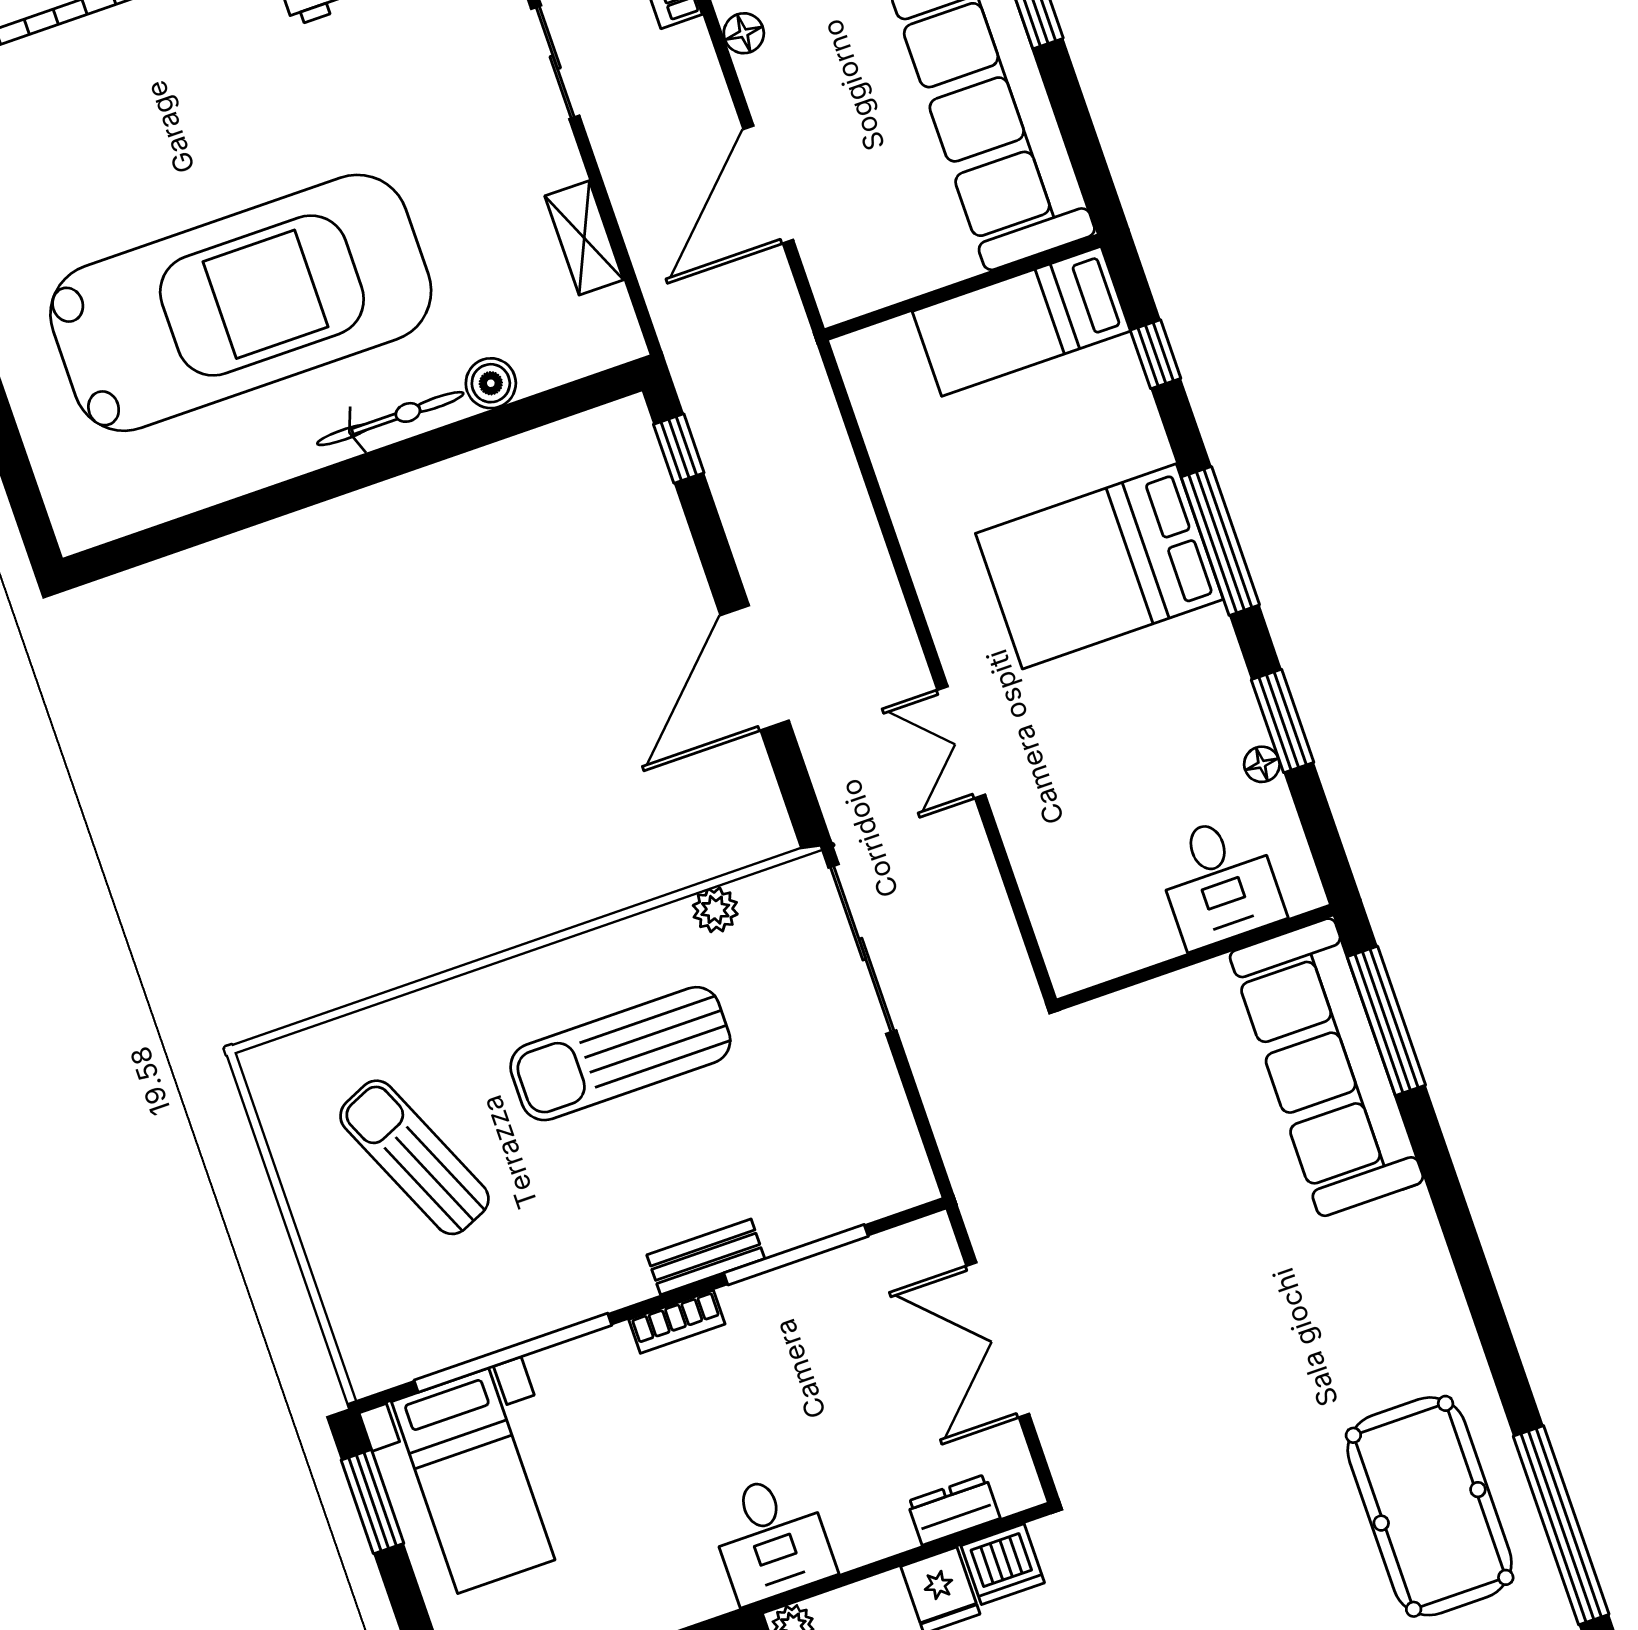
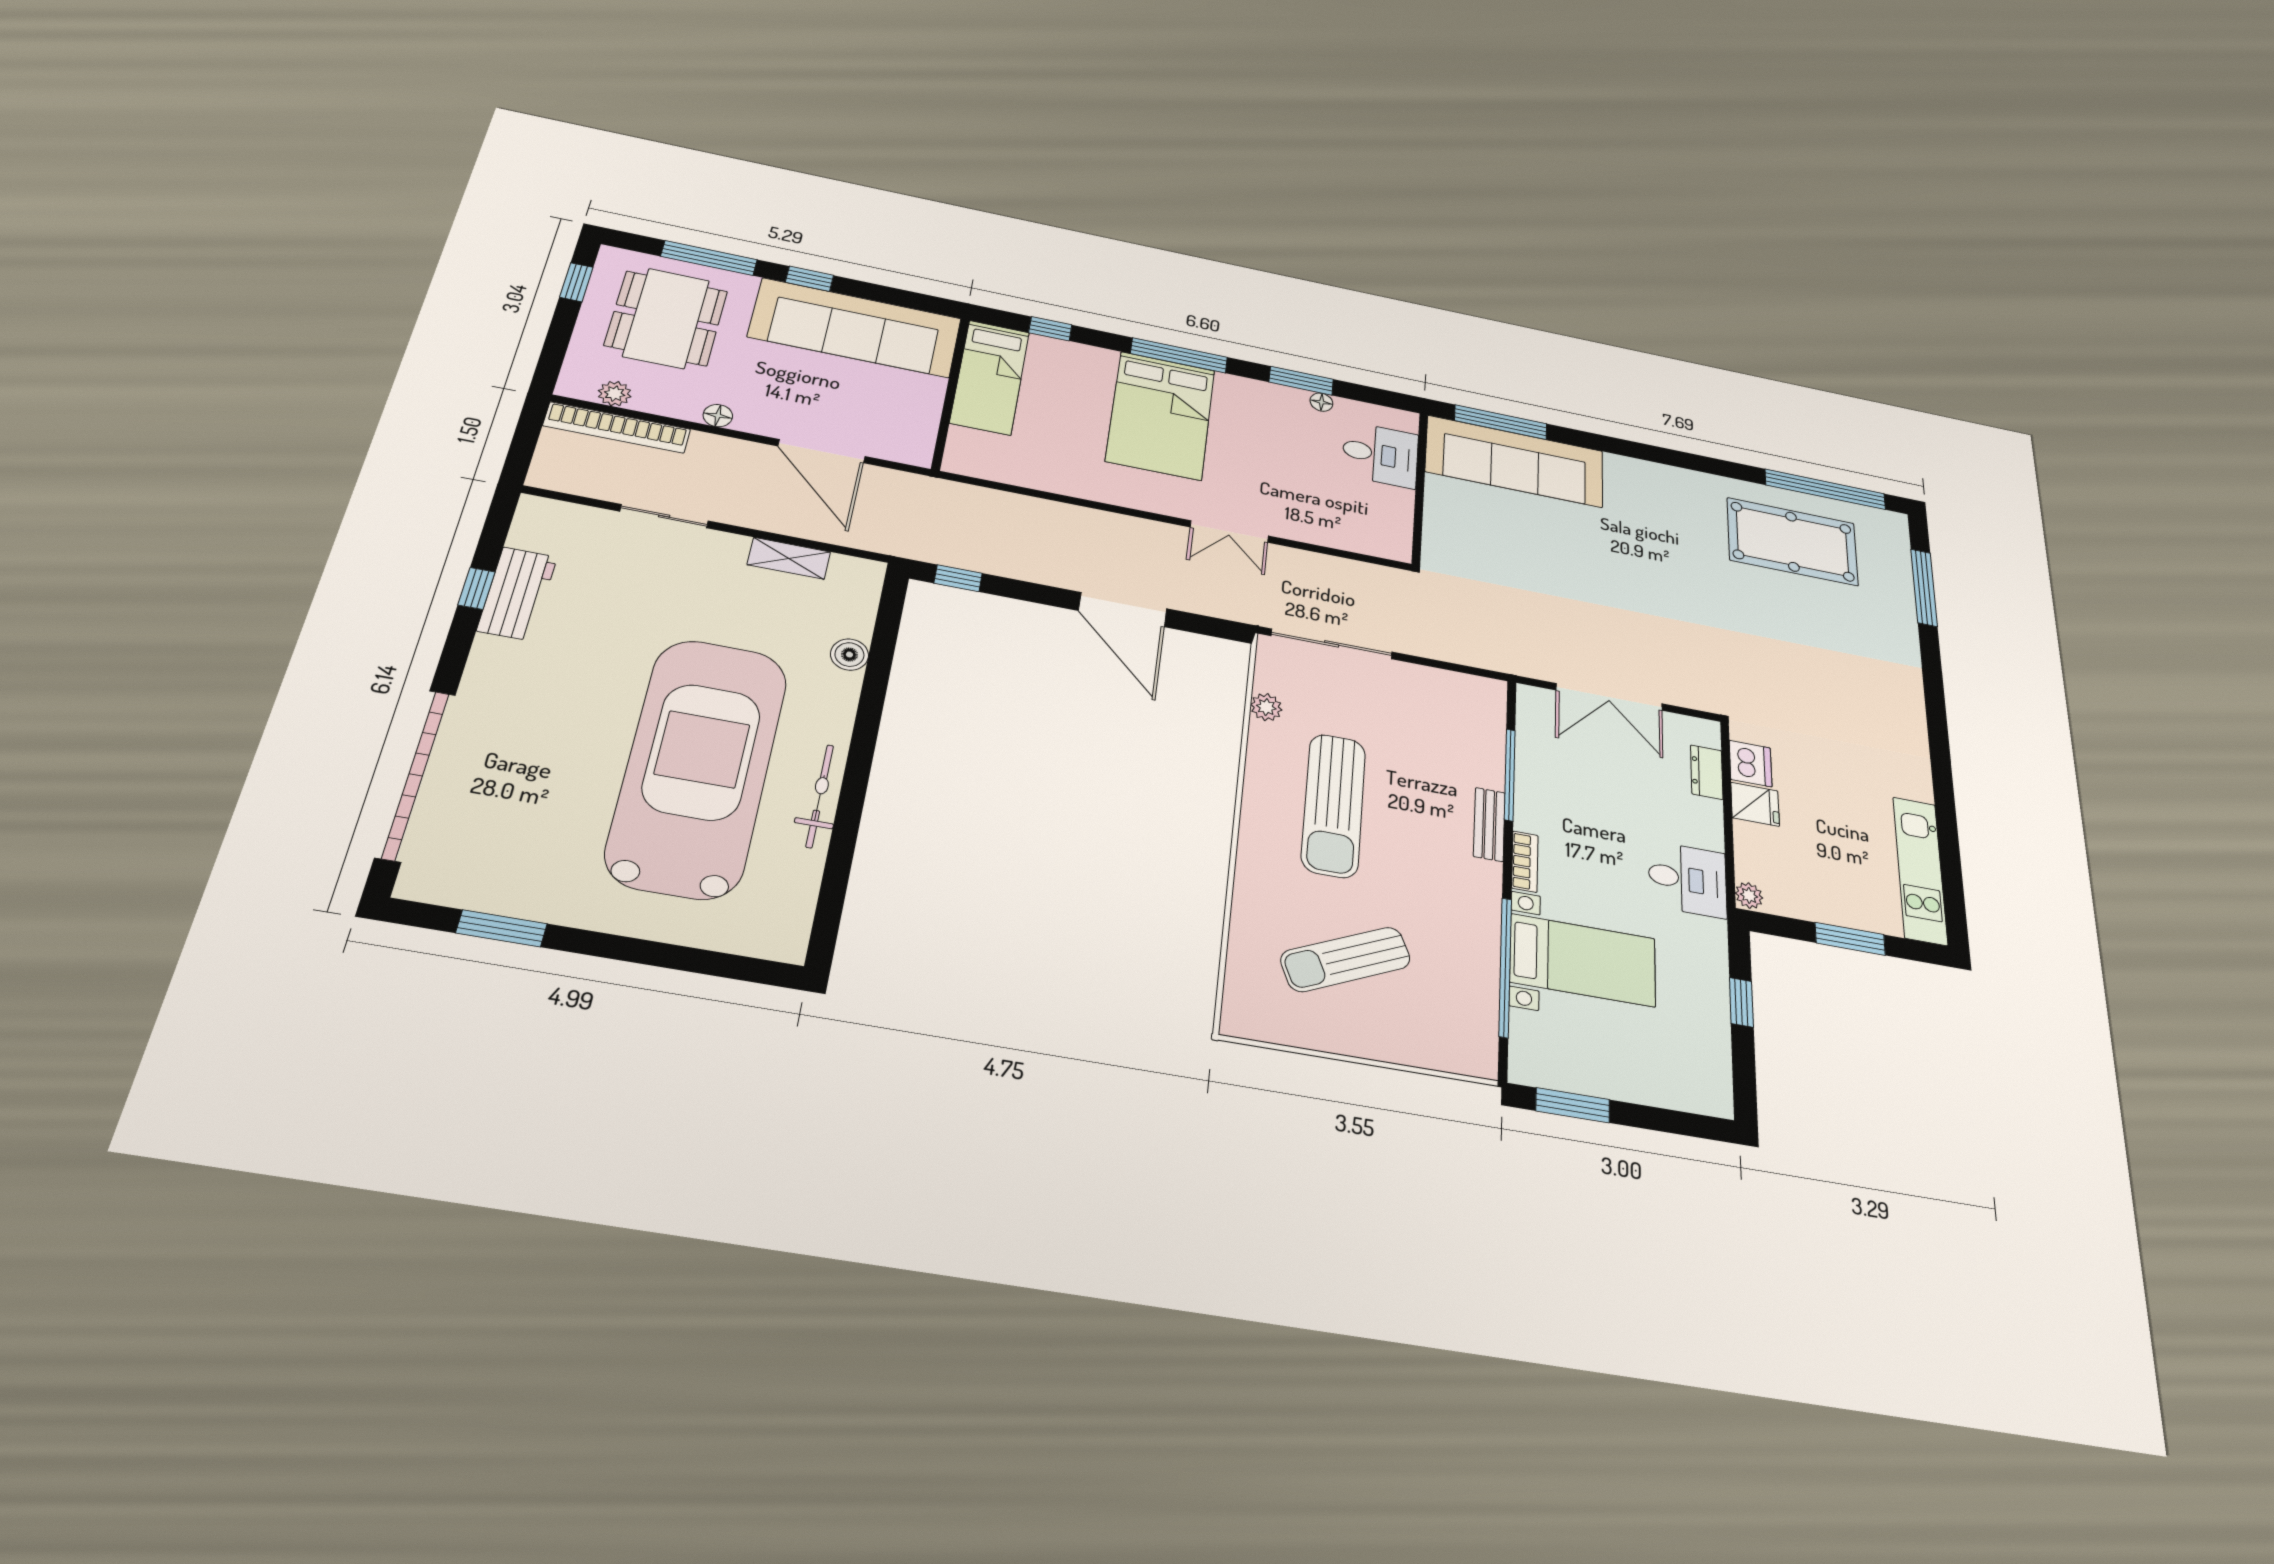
bicycle: (390, 419) -> (820, 796), moved
bed with nightstands: (473, 1481) -> (1583, 960), moved

